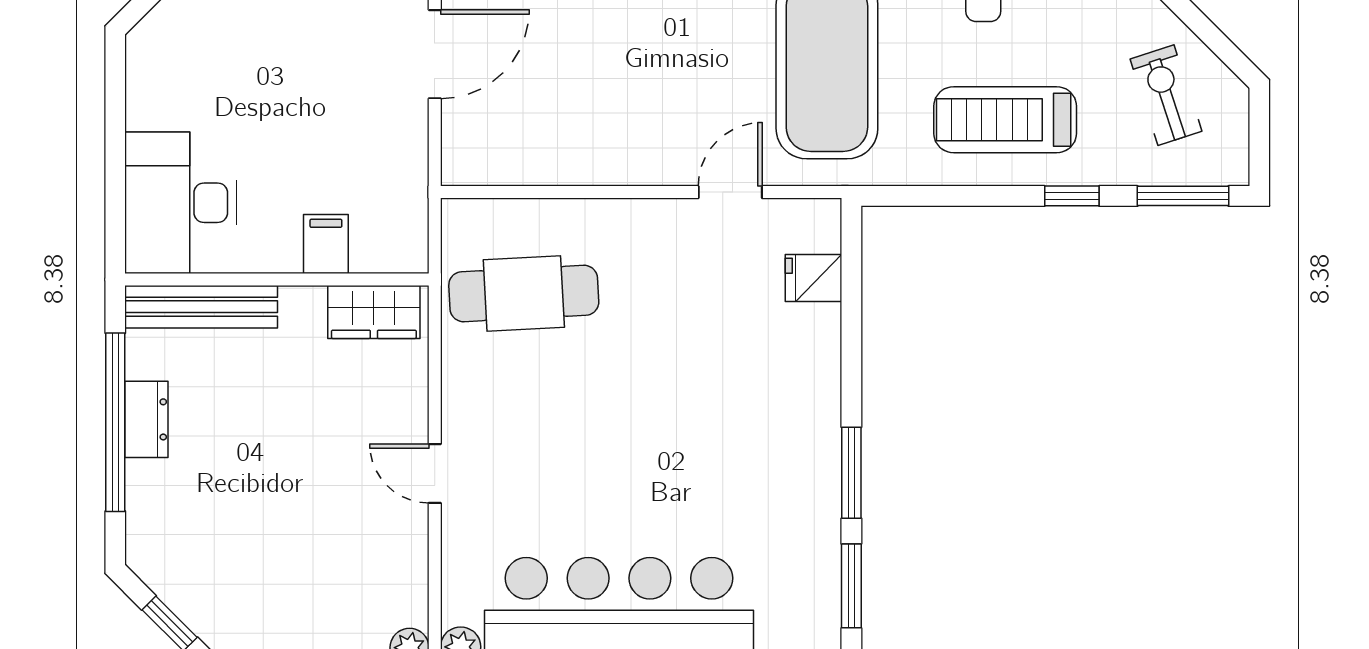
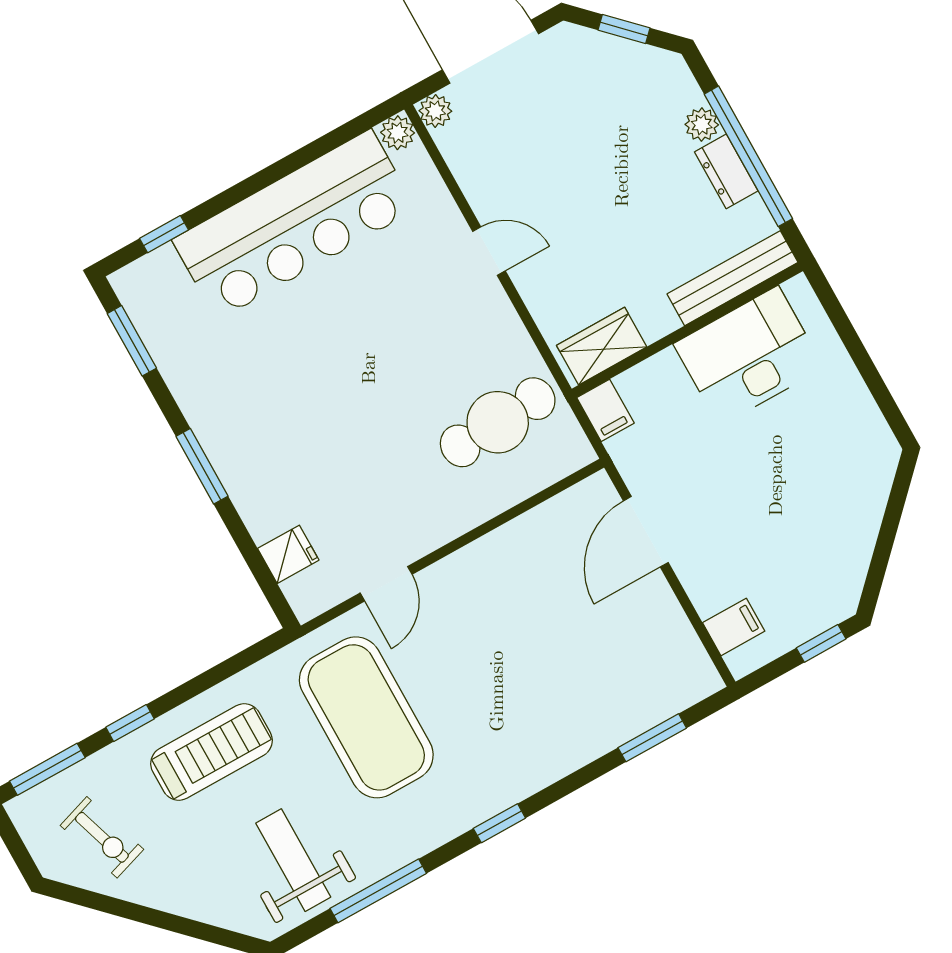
door: (435, 54) -> (646, 532), moved
desk: (181, 203) -> (749, 356), moved, turned -90
filing cabinet: (326, 244) -> (605, 410), moved
window: (851, 473) -> (202, 466), moved
plant: (145, 481) -> (702, 125), added

